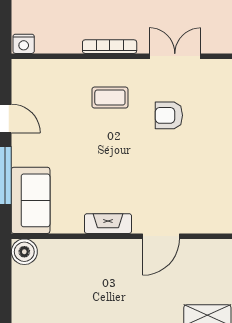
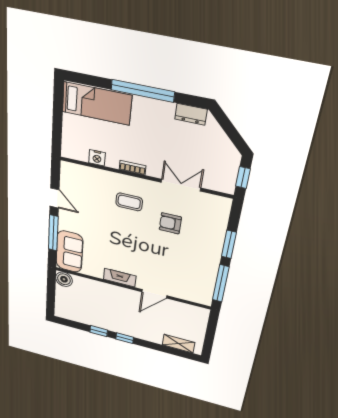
nightstand: (24, 44) -> (97, 158), moved
bookcase: (110, 47) -> (133, 168), width x0.64

